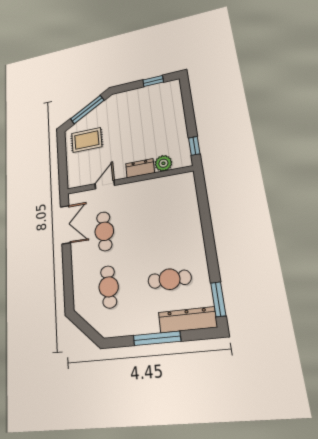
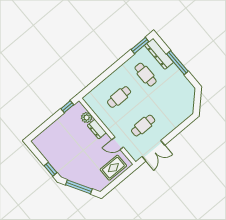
window: (153, 81) -> (50, 169), moved
rug: (87, 140) -> (113, 168), moved, turned 90
double door: (65, 225) -> (153, 151), swing flipped
cafe table: (109, 287) -> (119, 97), moved

